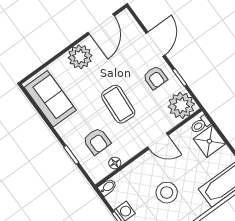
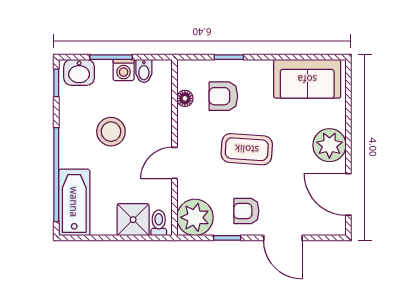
bidet: (107, 187) -> (144, 71), moved

